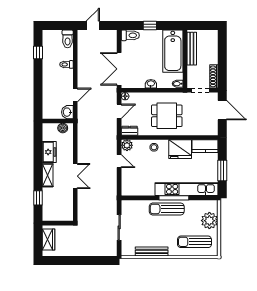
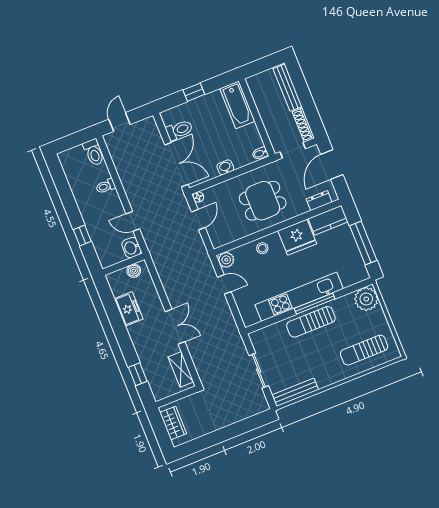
toilet: (130, 35) -> (179, 130), moved
bench: (192, 49) -> (288, 88), moved
bathtub: (173, 51) -> (237, 105), width x0.73, depth x0.73
window: (38, 52) -> (82, 236), moved
double door: (119, 69) -> (176, 165), swing flipped
door: (75, 95) -> (133, 221), swing flipped
door: (222, 110) -> (332, 164), swing flipped
dresser: (129, 131) -> (319, 201), moved
window: (222, 170) -> (363, 243), width x1.44
shelving: (48, 175) -> (181, 369), moved
kitchen unit: (187, 189) -> (299, 297), moved
plant: (209, 221) -> (366, 299), moved
bench: (152, 251) -> (295, 392), moved

